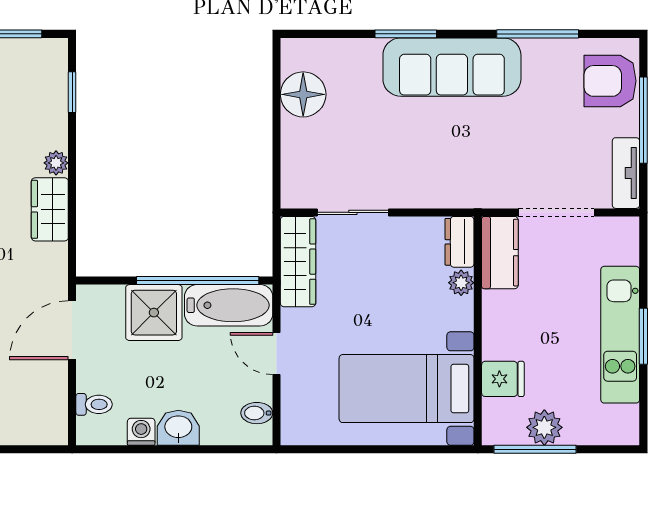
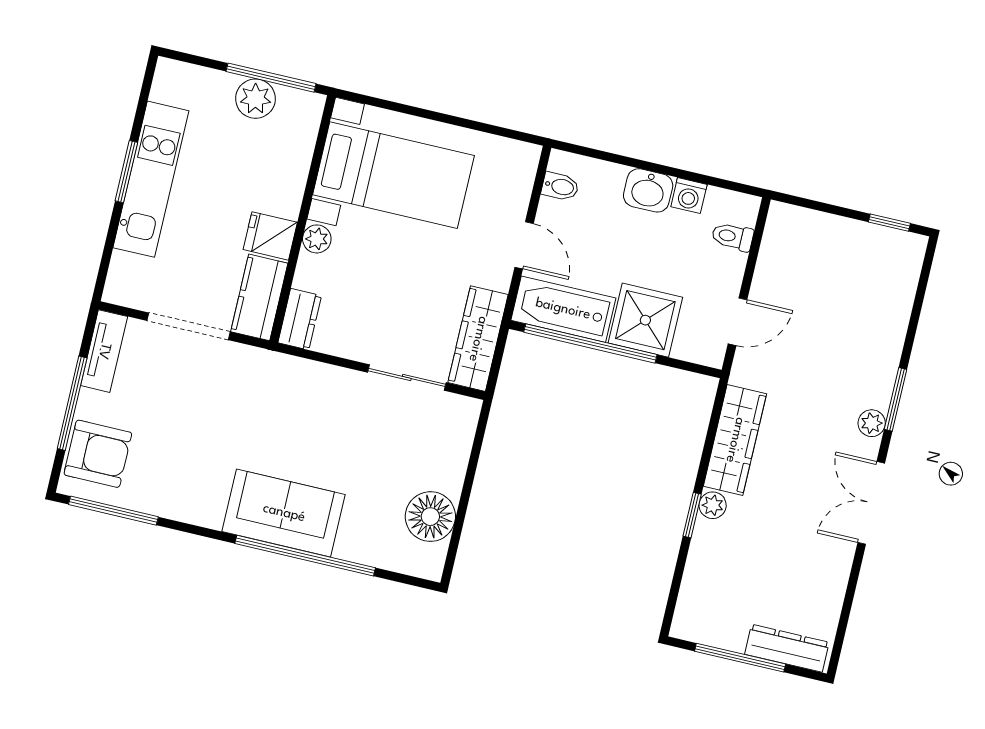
window: (406, 34) -> (305, 556), width x2.11
window: (538, 34) -> (113, 511), moved
sofa: (452, 67) -> (284, 513), width x0.73
window: (72, 92) -> (692, 515), moved
wardrobe: (50, 209) -> (735, 440), width x1.50
plant: (461, 283) -> (317, 239), moved
door: (72, 330) -> (737, 322), width x0.73
fridge: (503, 379) -> (270, 236), moved

